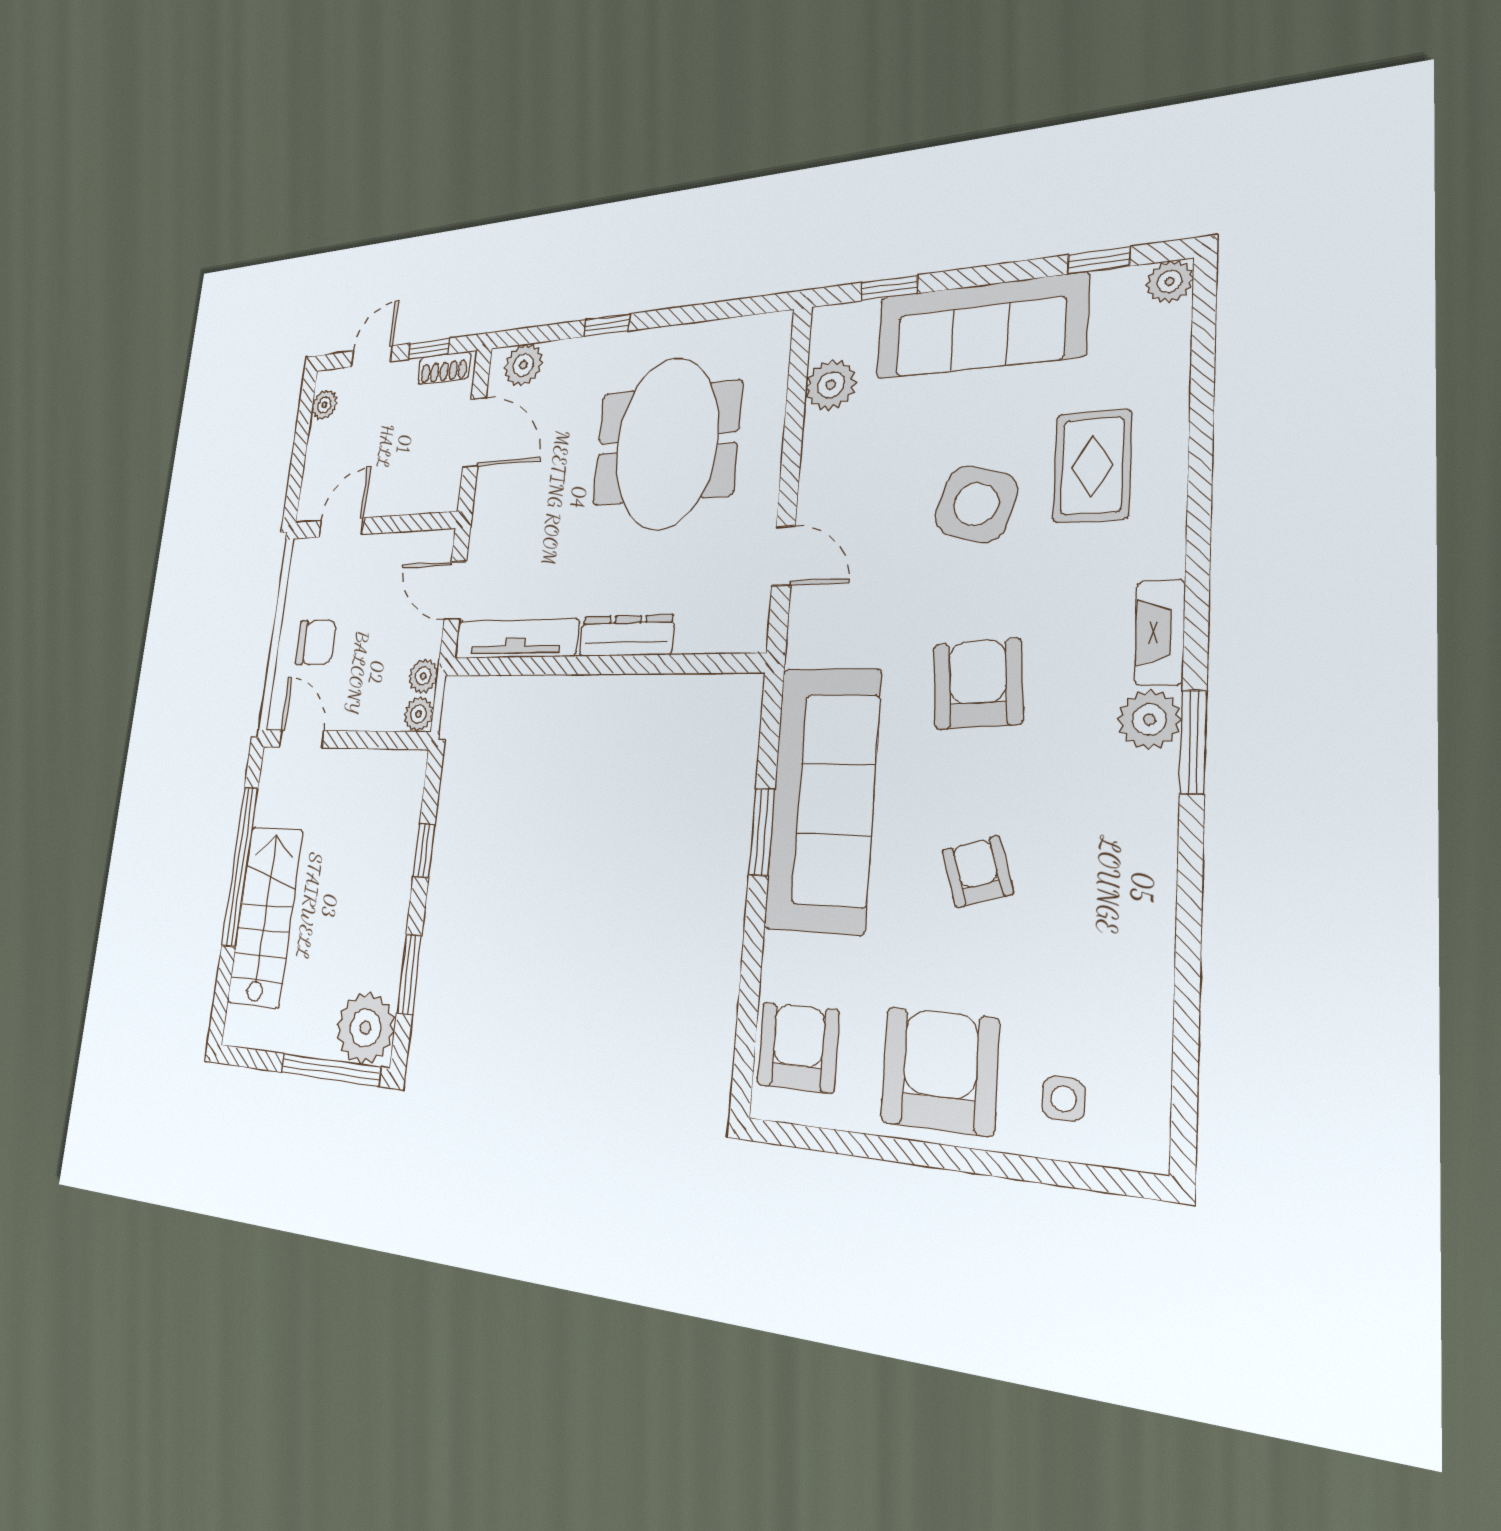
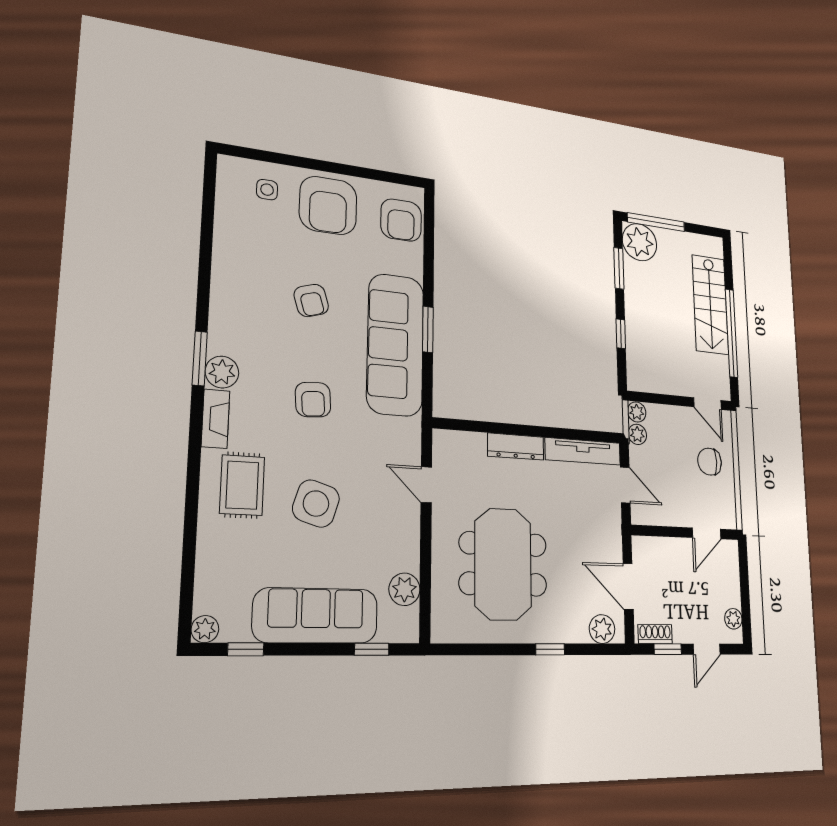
rug: (1092, 466) -> (242, 485), moved
armchair: (978, 684) -> (313, 400), width x0.72, depth x0.72

